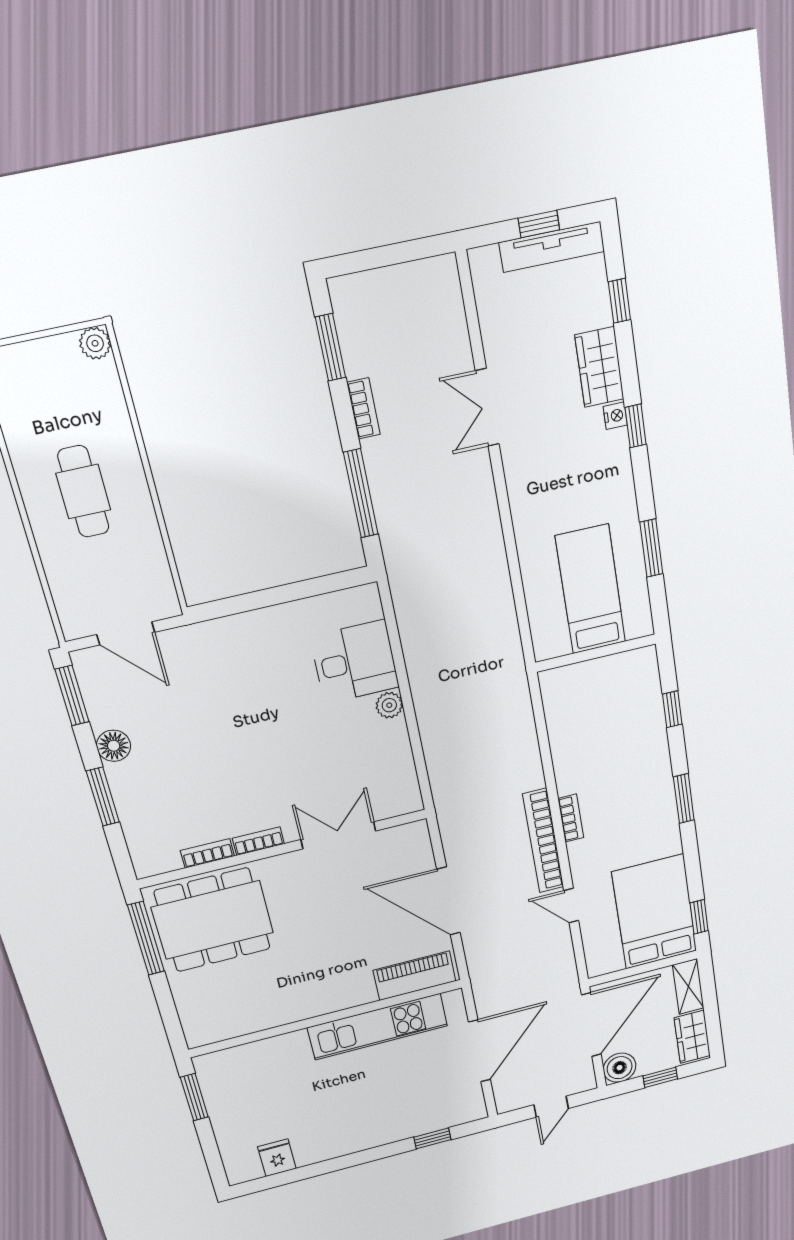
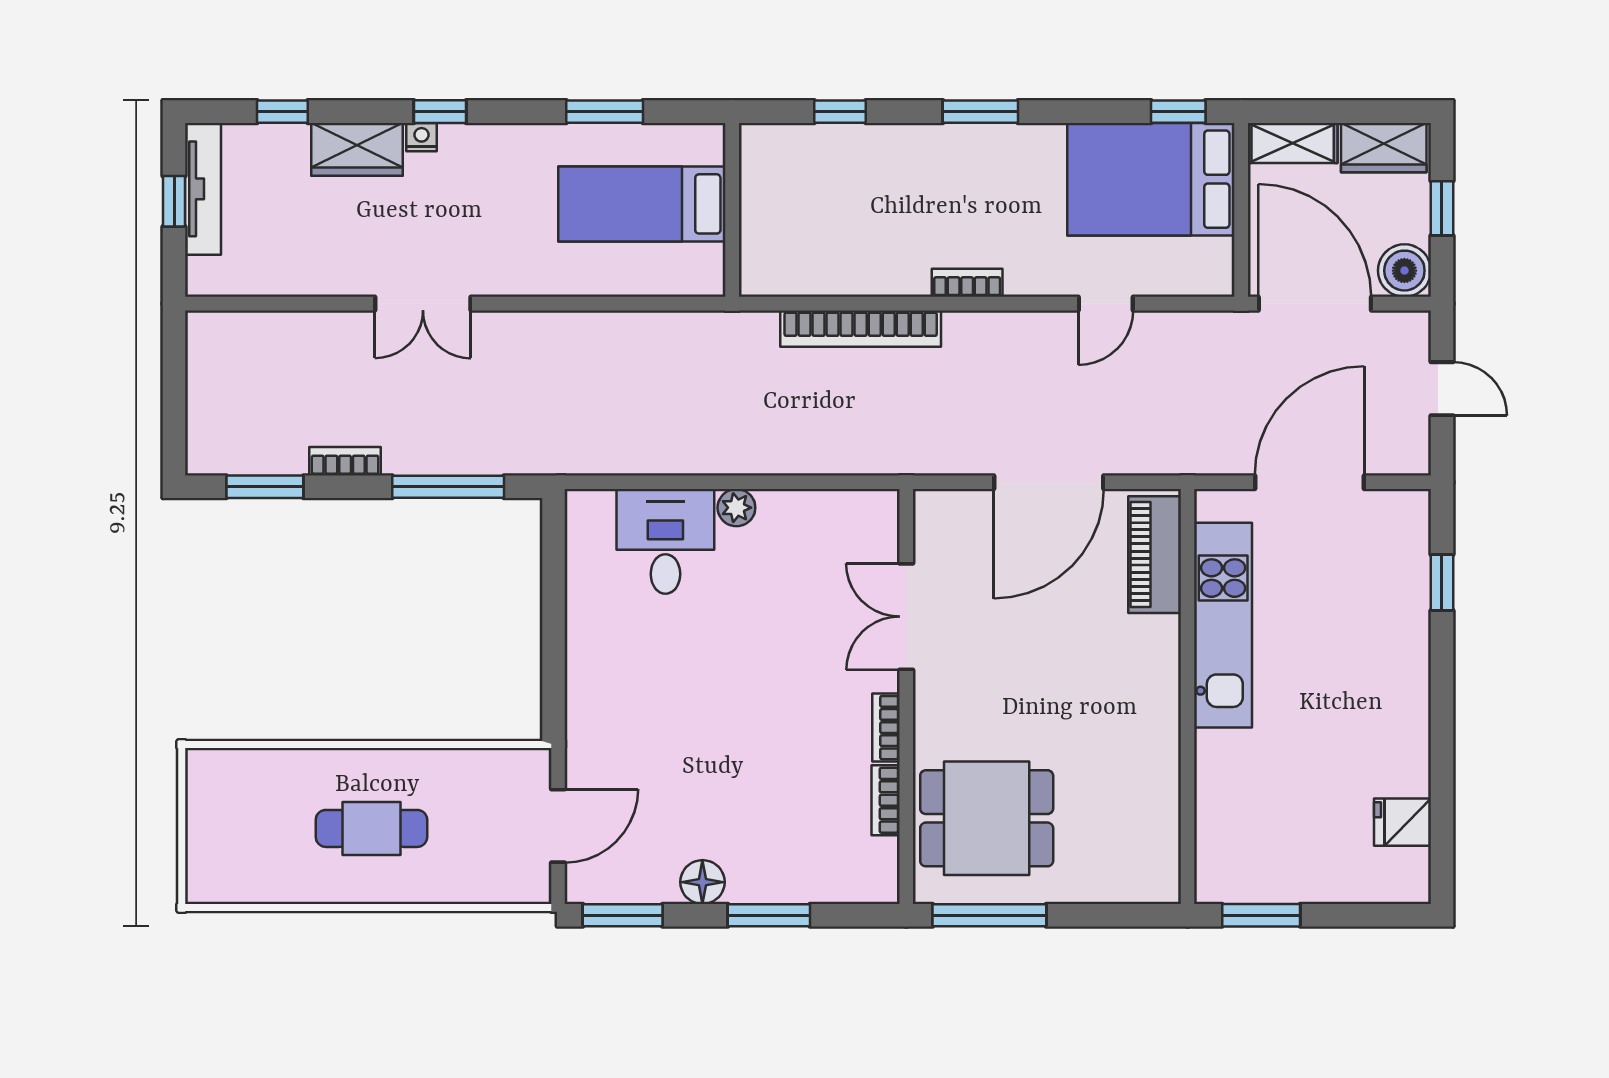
plant: (95, 343) -> (204, 766), removed
double door: (487, 407) -> (423, 304), moved
bookcase: (543, 841) -> (861, 329), moved
dining table: (213, 920) -> (987, 818), width x0.73
door: (480, 1051) -> (1309, 482), hinge flipped

